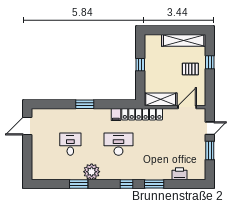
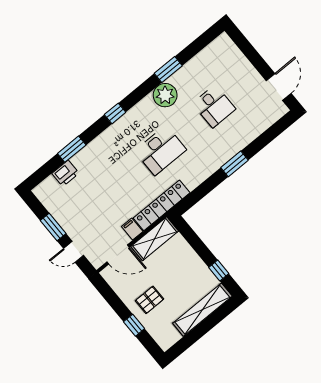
shelving: (184, 40) -> (202, 310), moved
window: (140, 65) -> (219, 271), moved
door: (187, 107) -> (118, 255), hinge flipped
filing cabinet: (116, 115) -> (132, 229), moved
door: (210, 128) -> (74, 252), hinge flipped
window: (154, 184) -> (72, 149), moved

